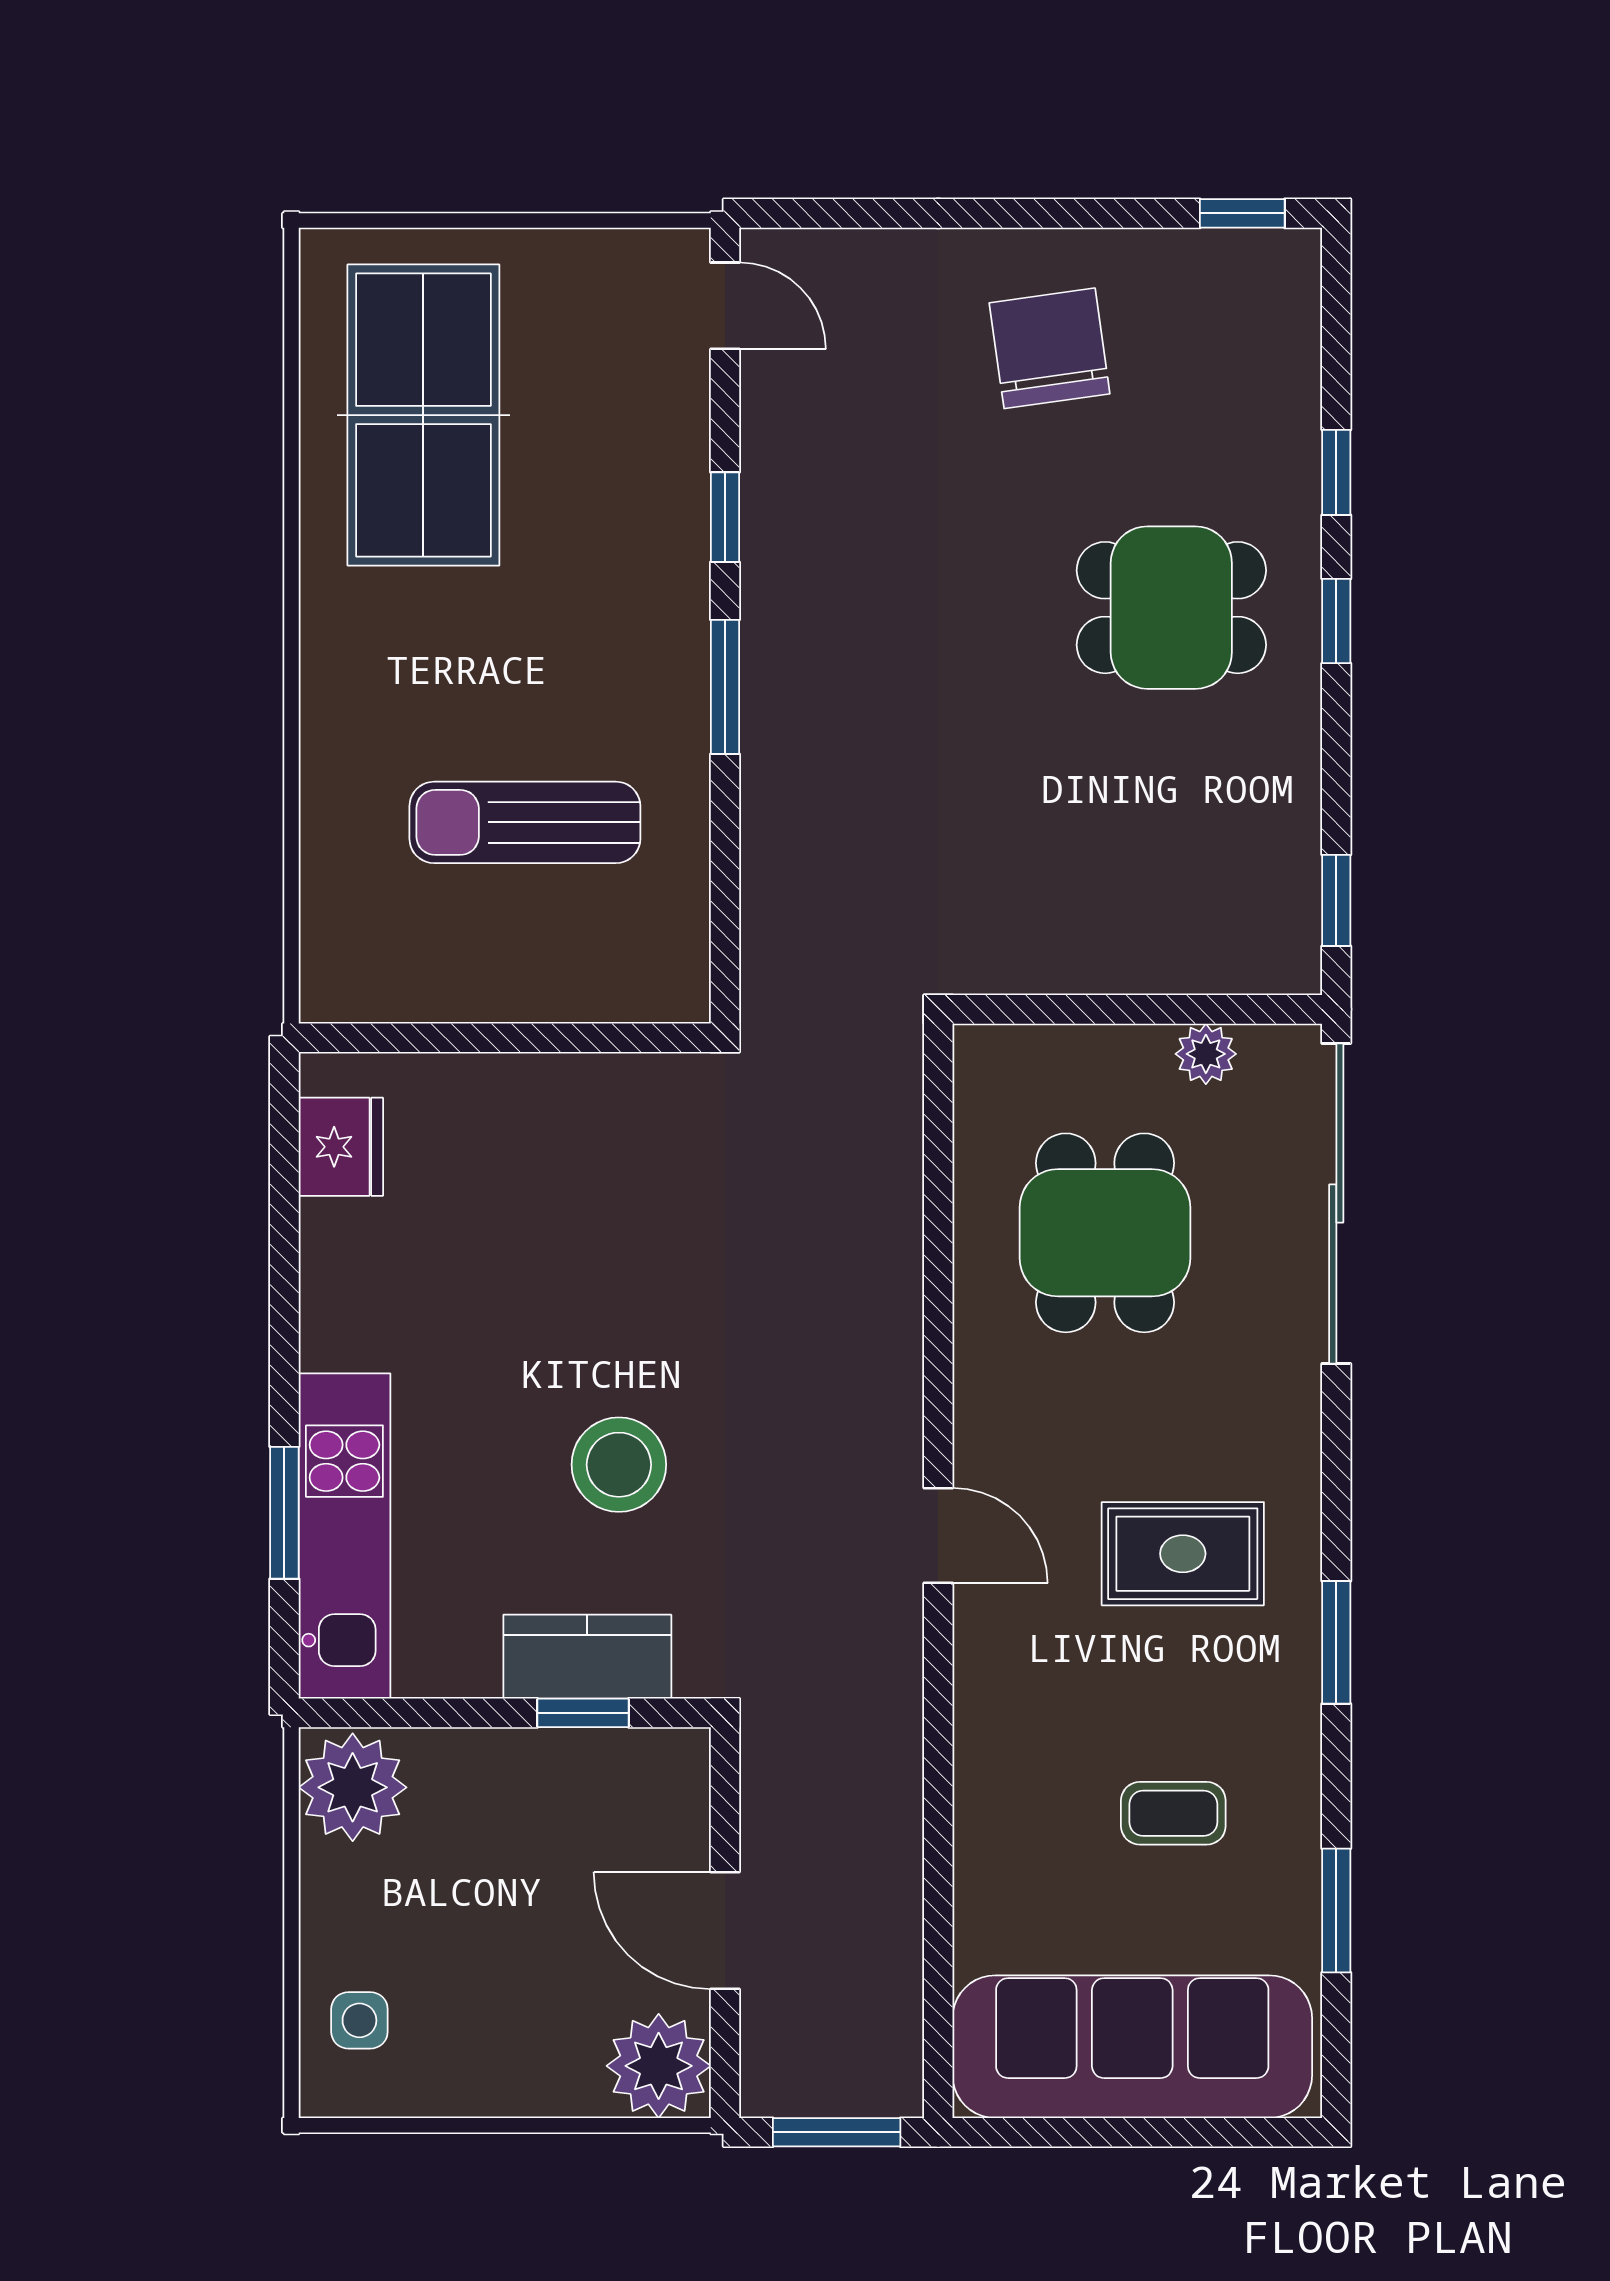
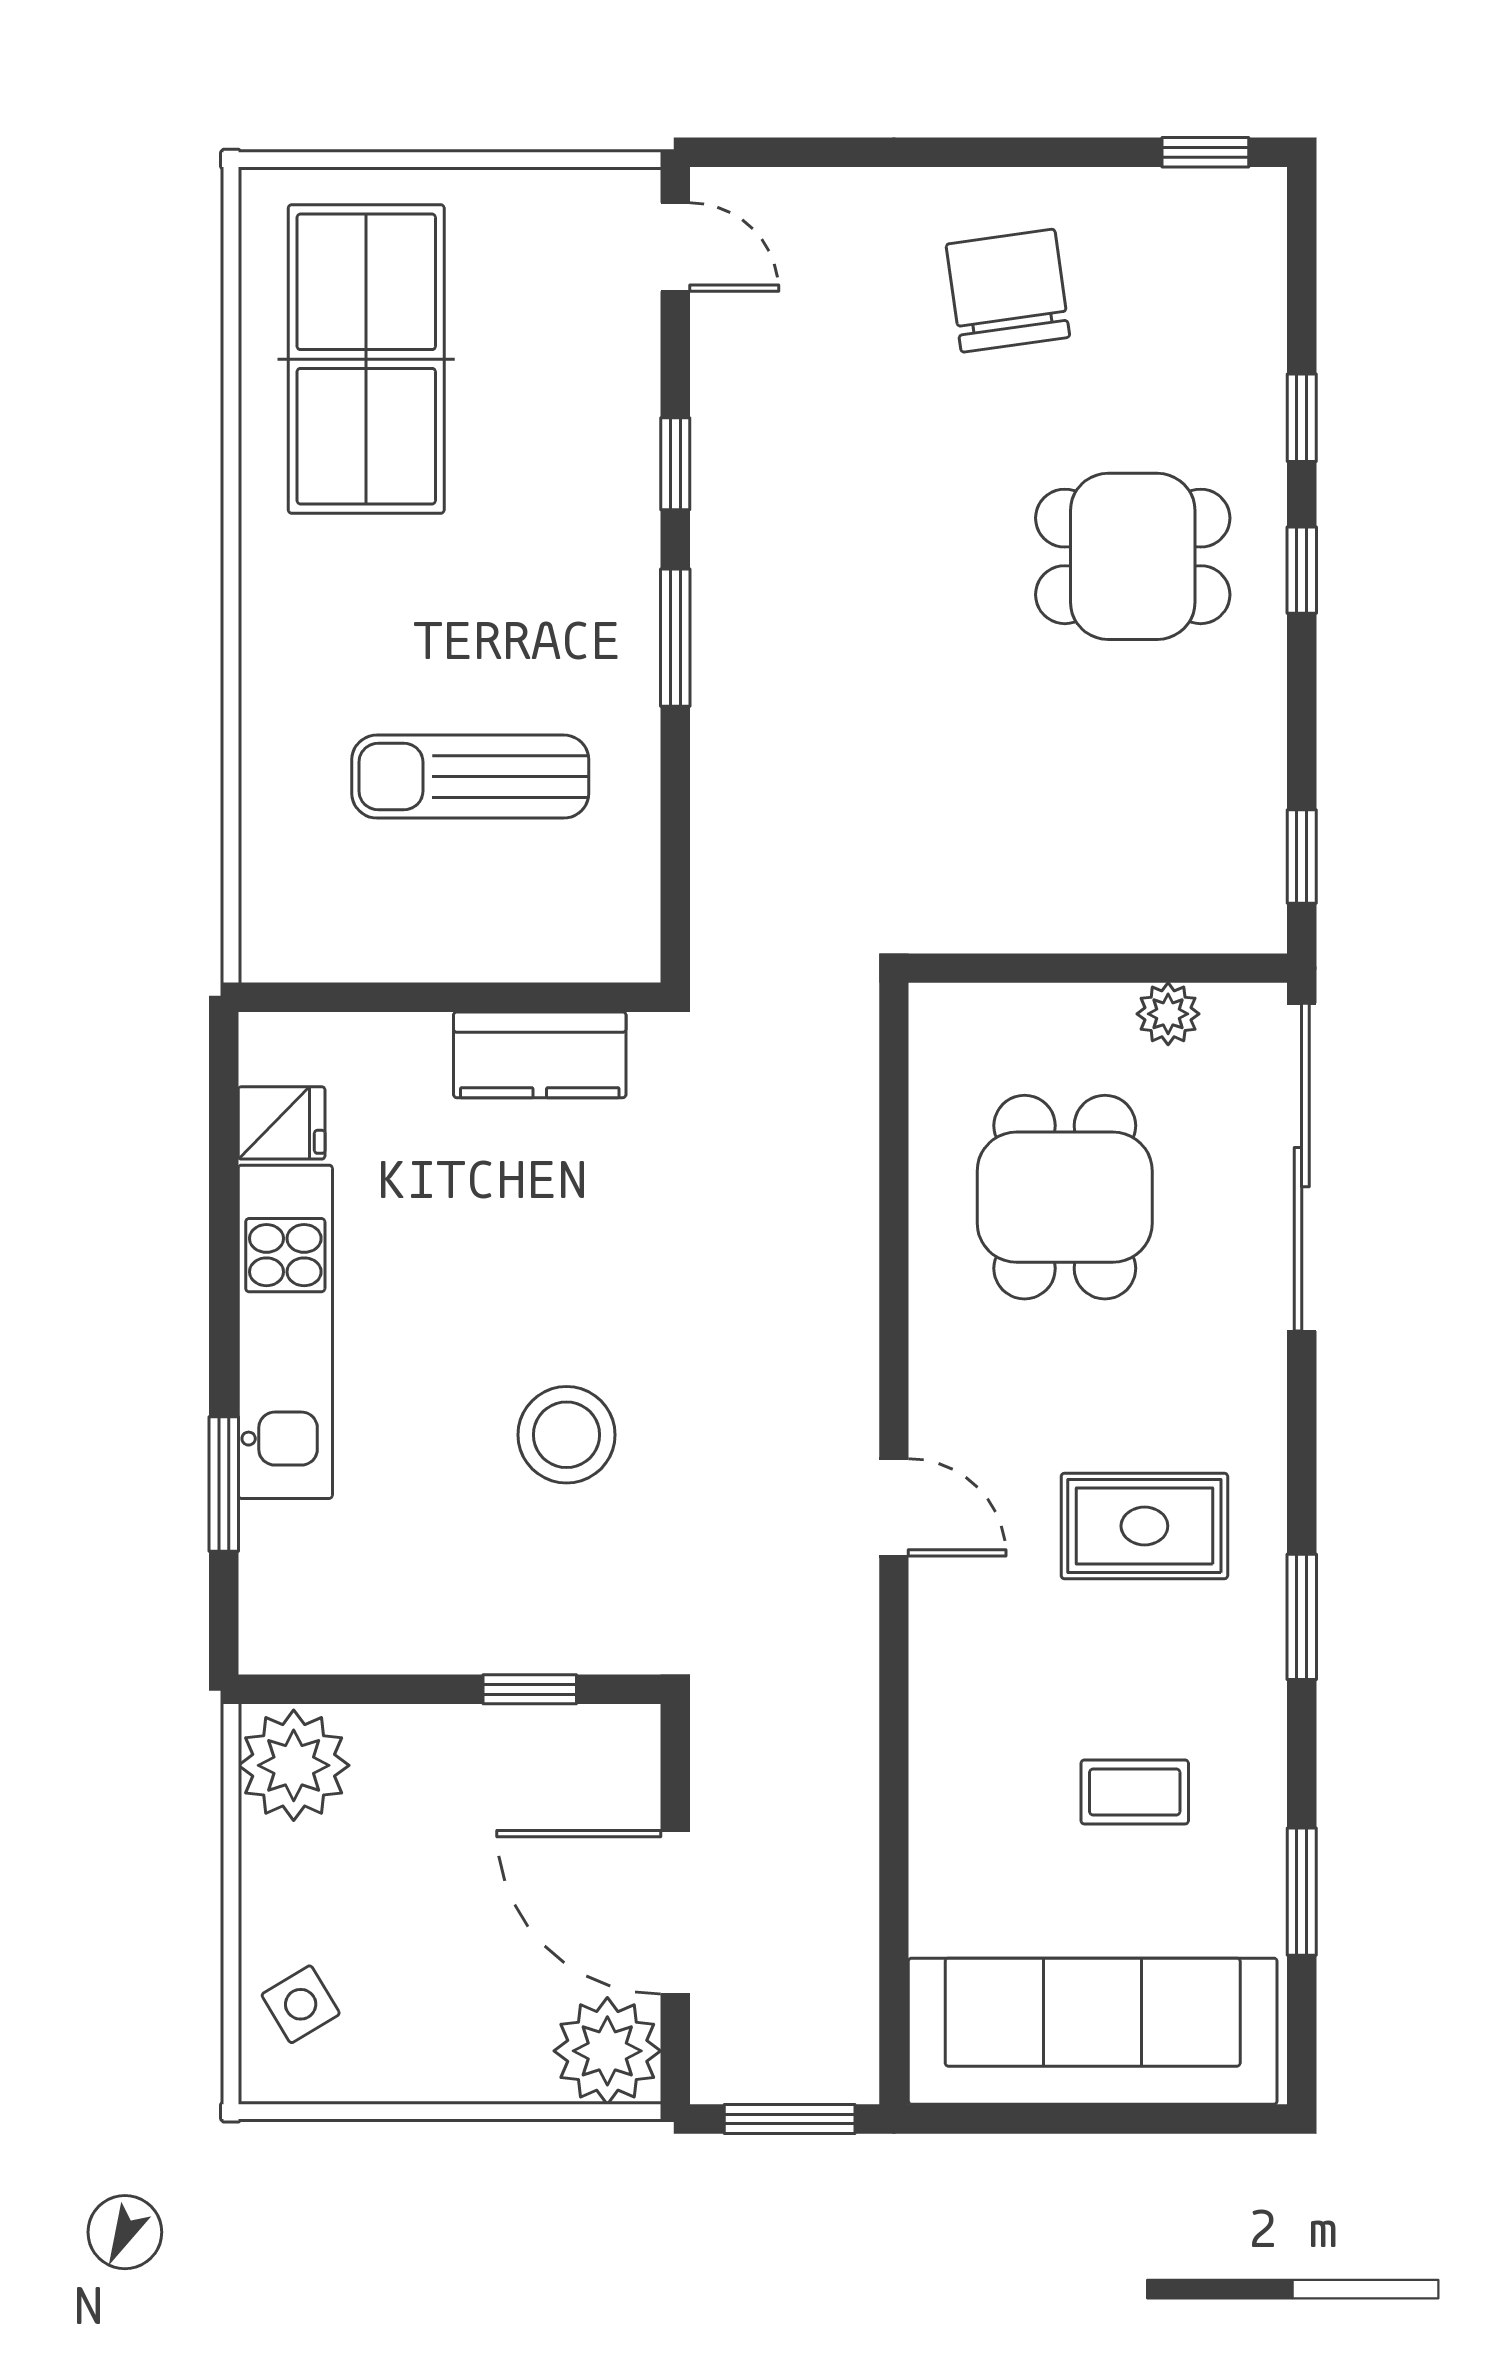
fridge: (341, 1147) -> (282, 1123), width x0.72
kitchen unit: (344, 1536) -> (285, 1332), moved
kitchen counter: (587, 1657) -> (540, 1055), moved, turned 180
door: (725, 1931) -> (675, 1912), width x1.36
side table: (359, 2020) -> (301, 2004), turned -31

